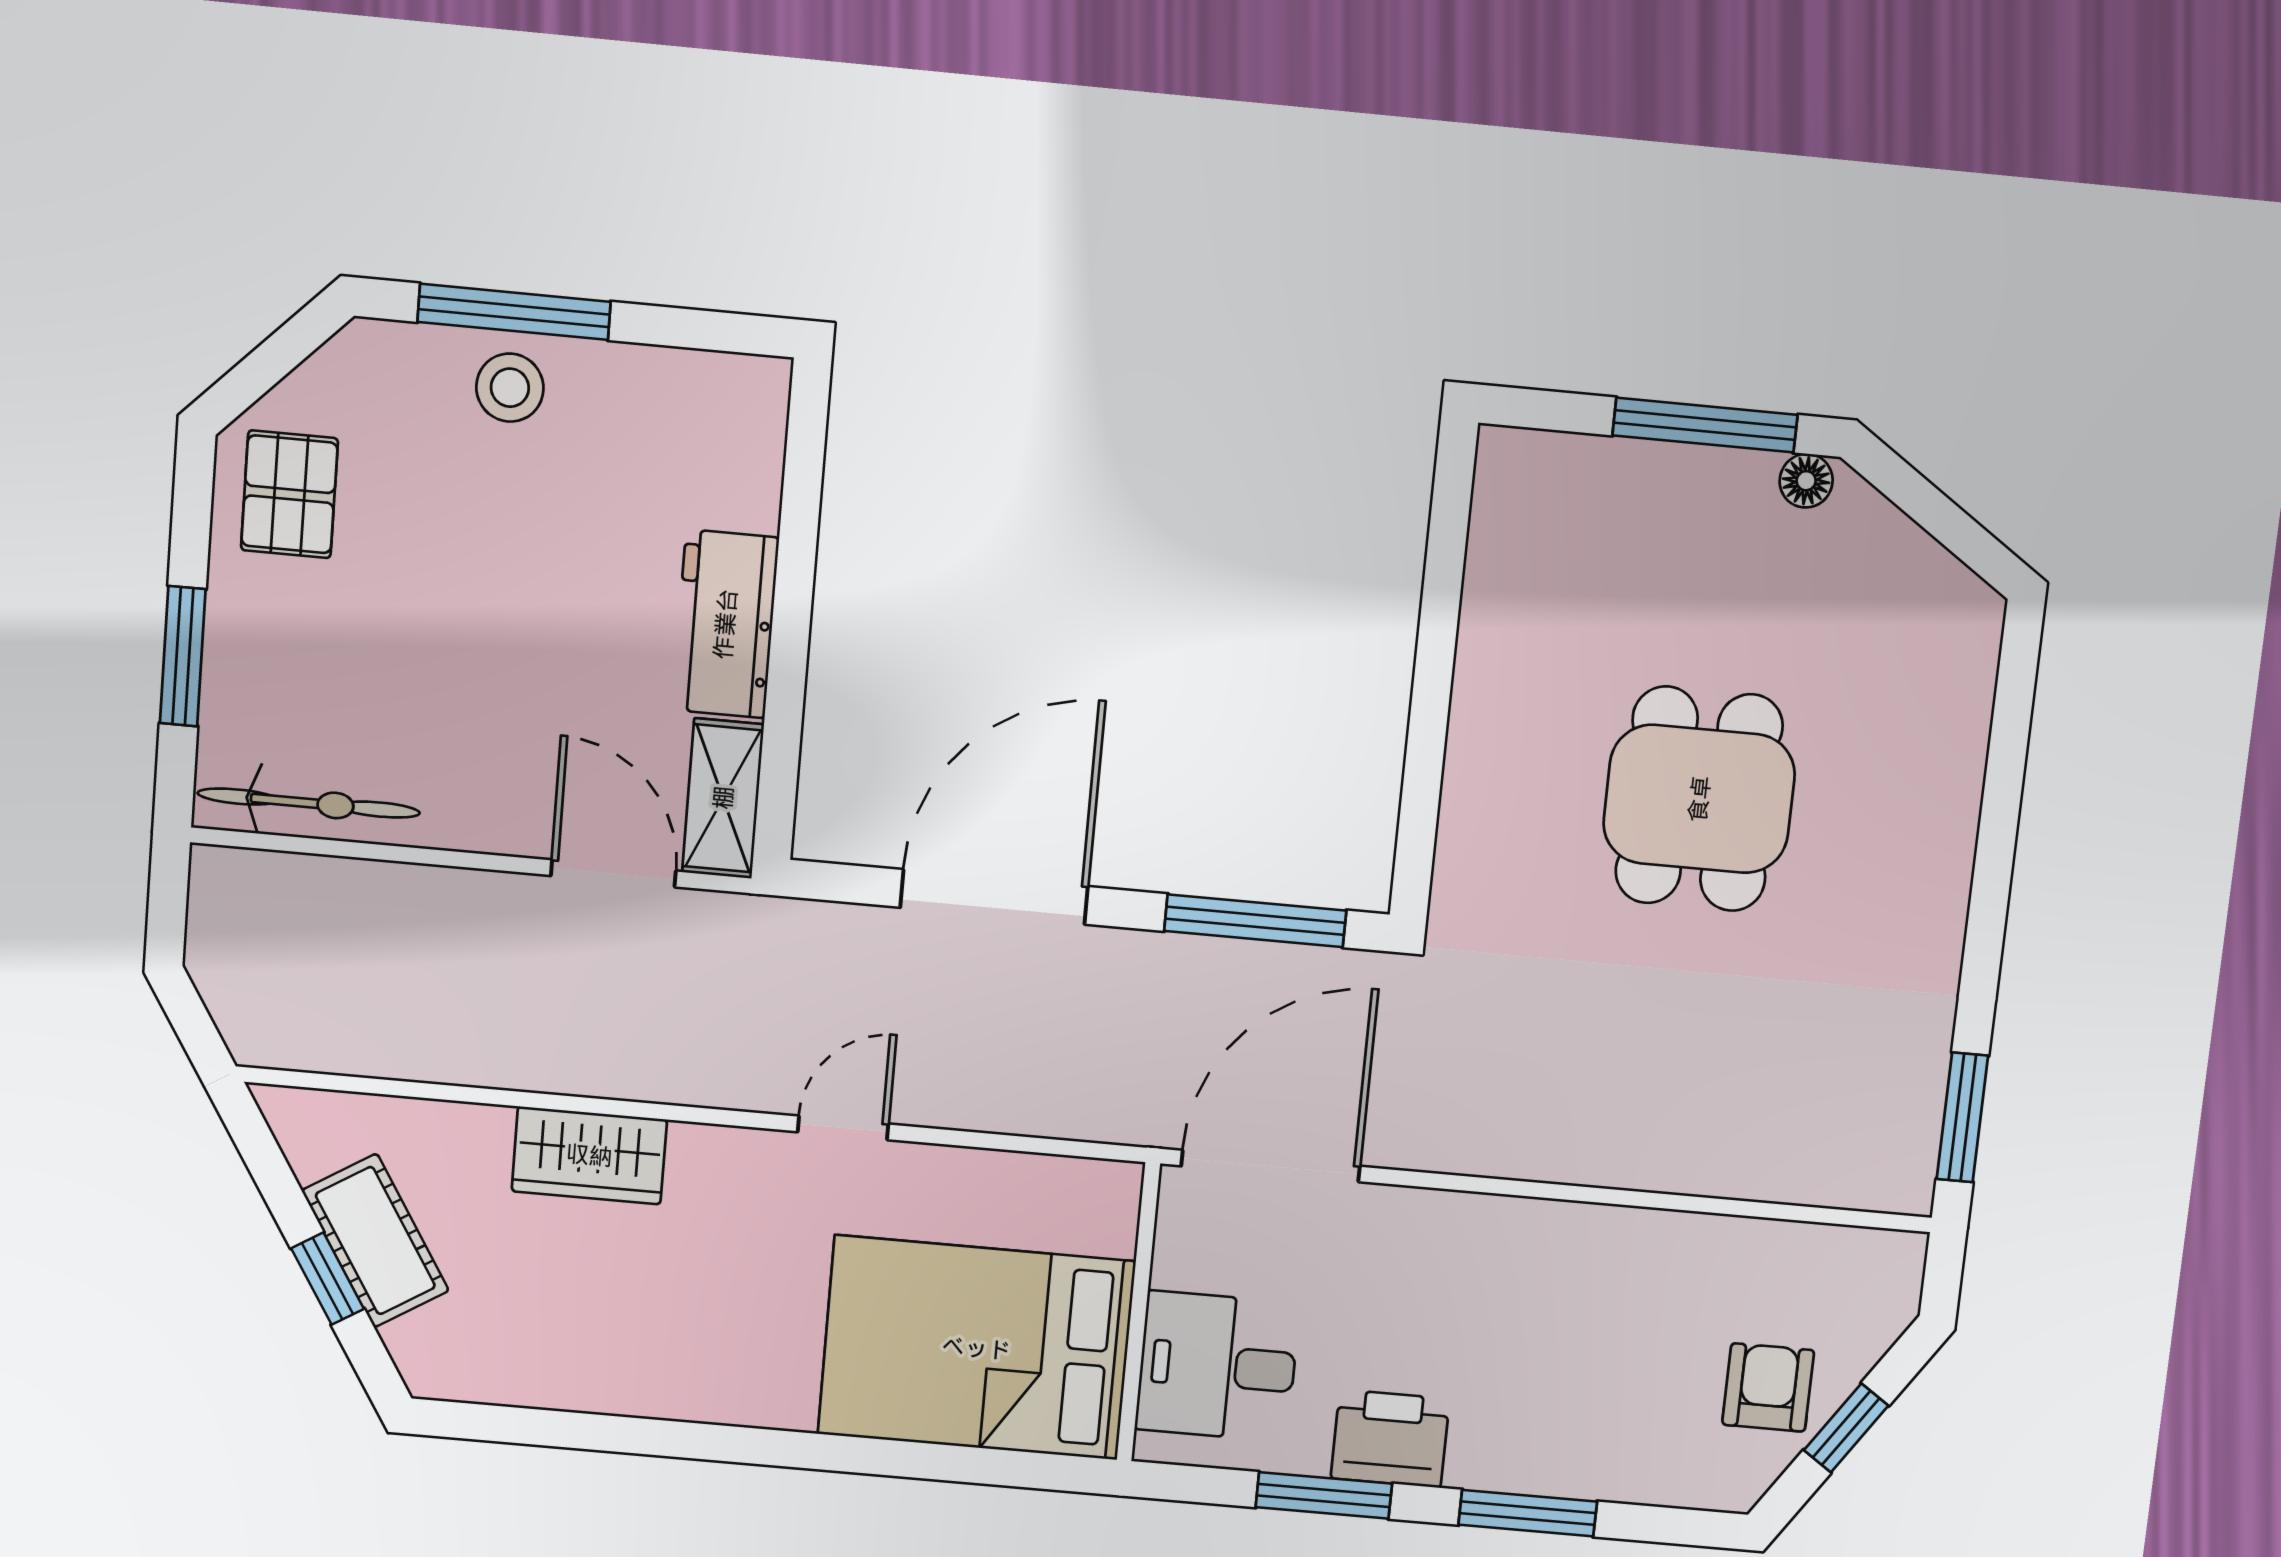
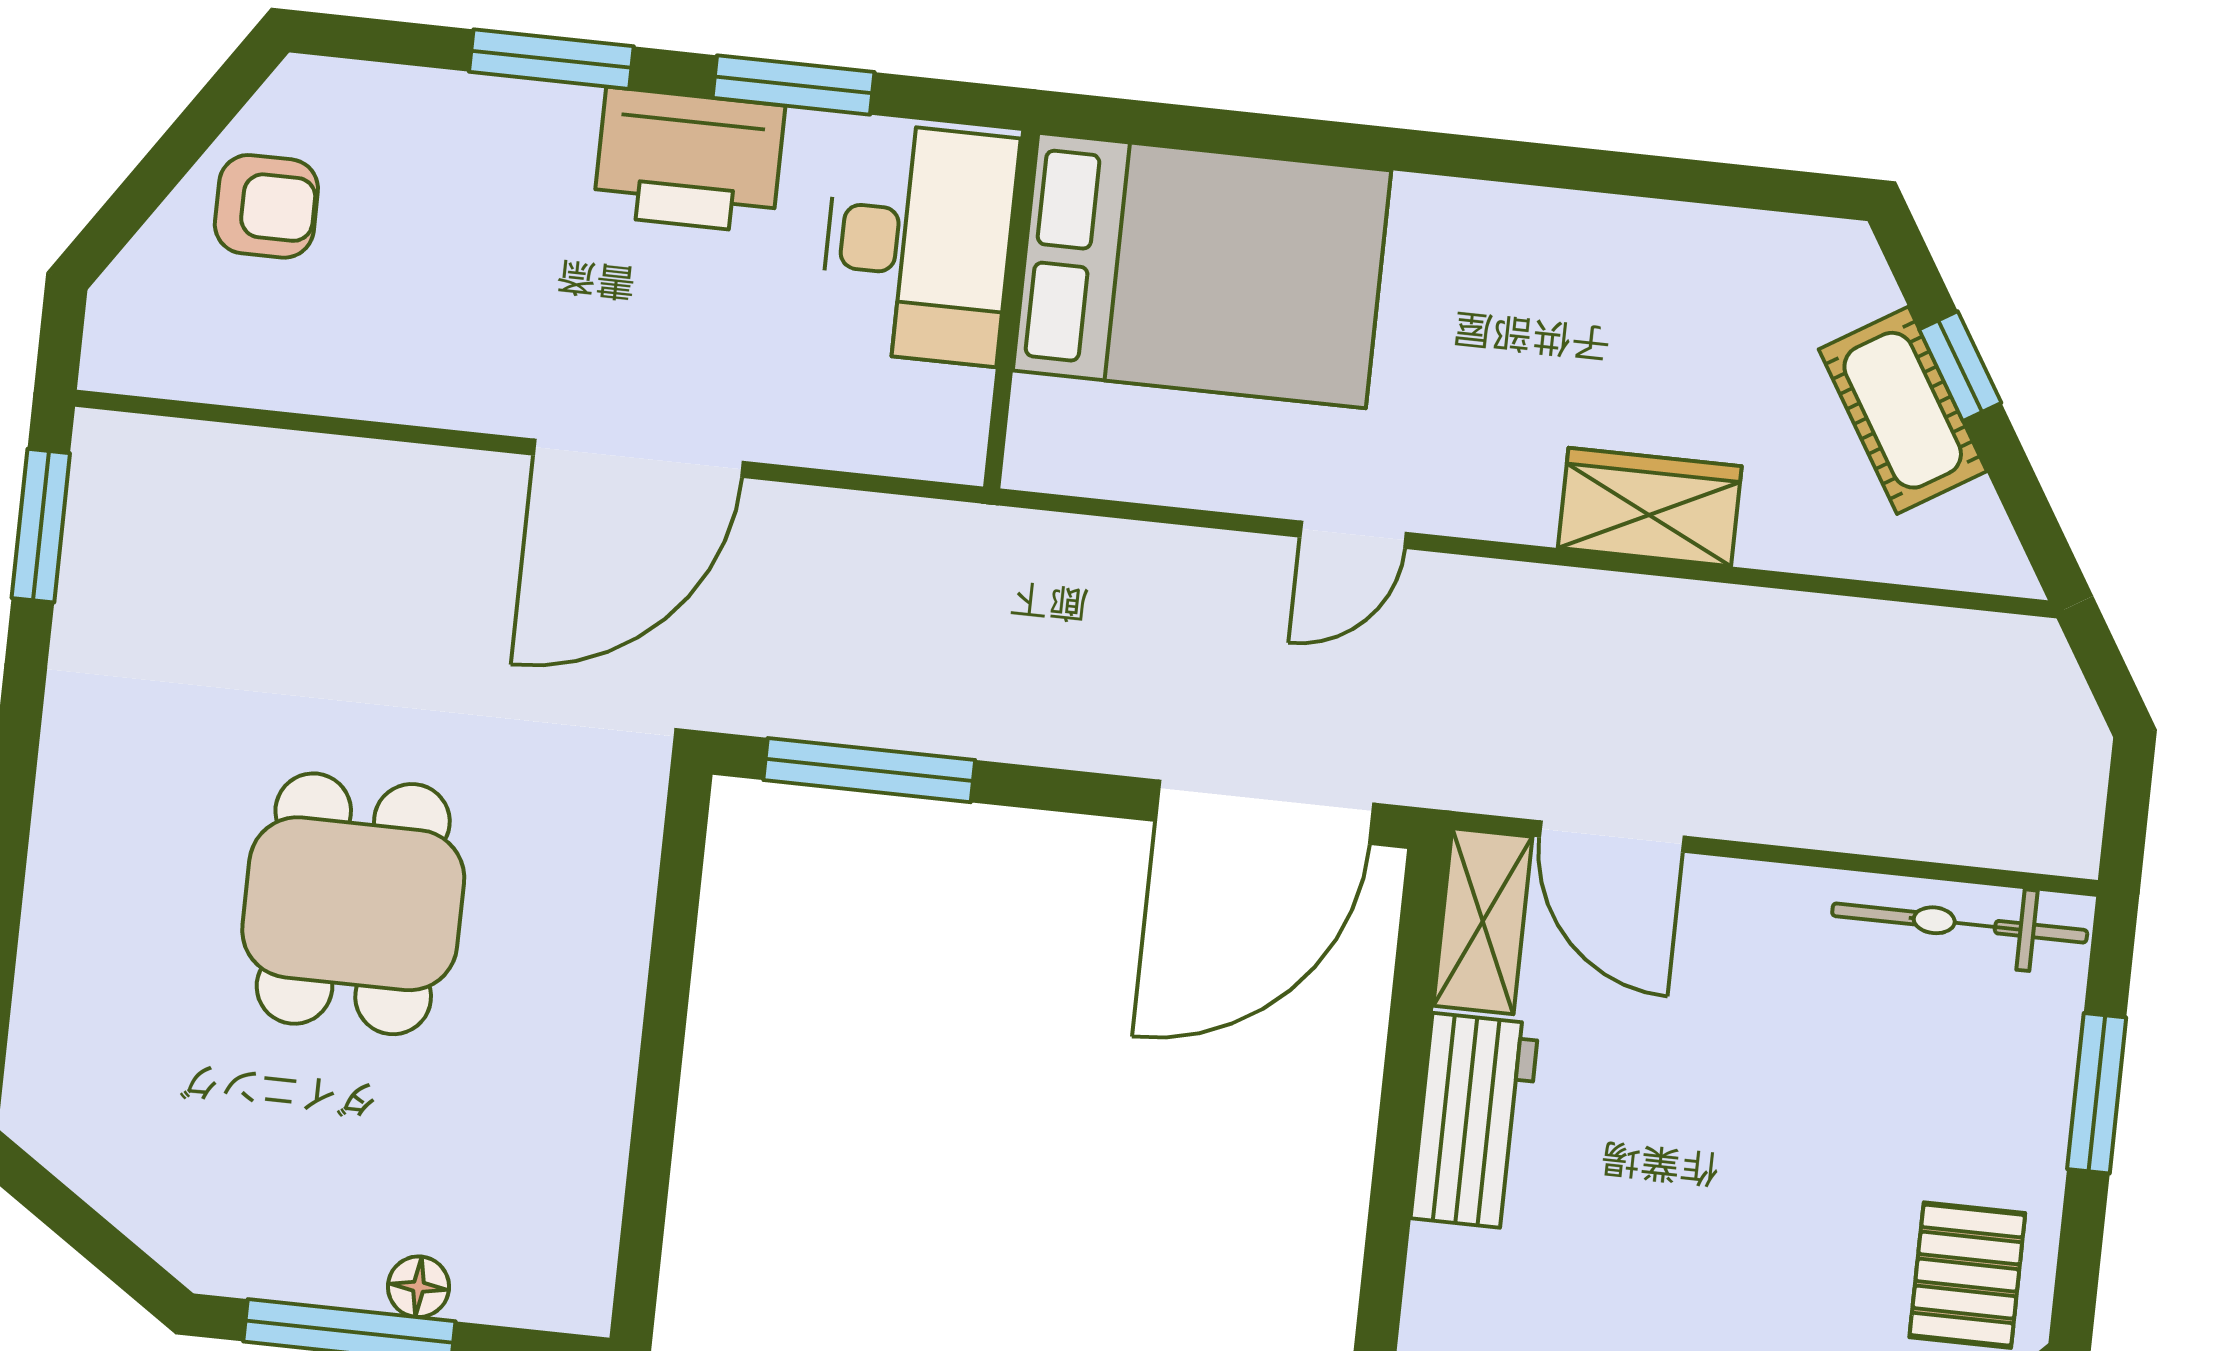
floor lamp: (1806, 481) -> (418, 1287), moved
door: (994, 897) -> (1264, 812), moved
door: (1271, 1166) -> (638, 458), moved
desk: (1217, 1366) -> (918, 243), width x1.37
armchair: (1768, 1387) -> (266, 206), turned -90
window: (1846, 1428) -> (173, 156), removed
printer: (1390, 1439) -> (689, 160), width x1.37, depth x1.19

